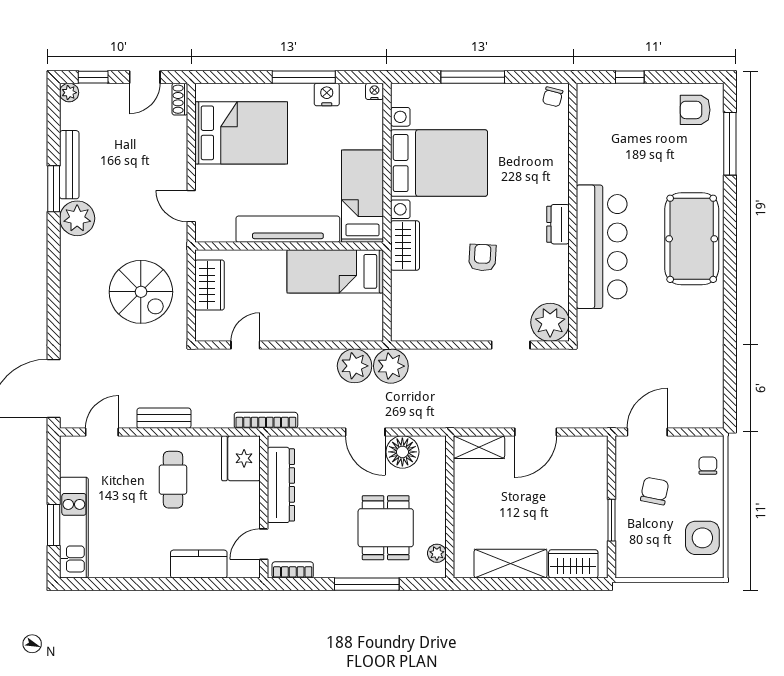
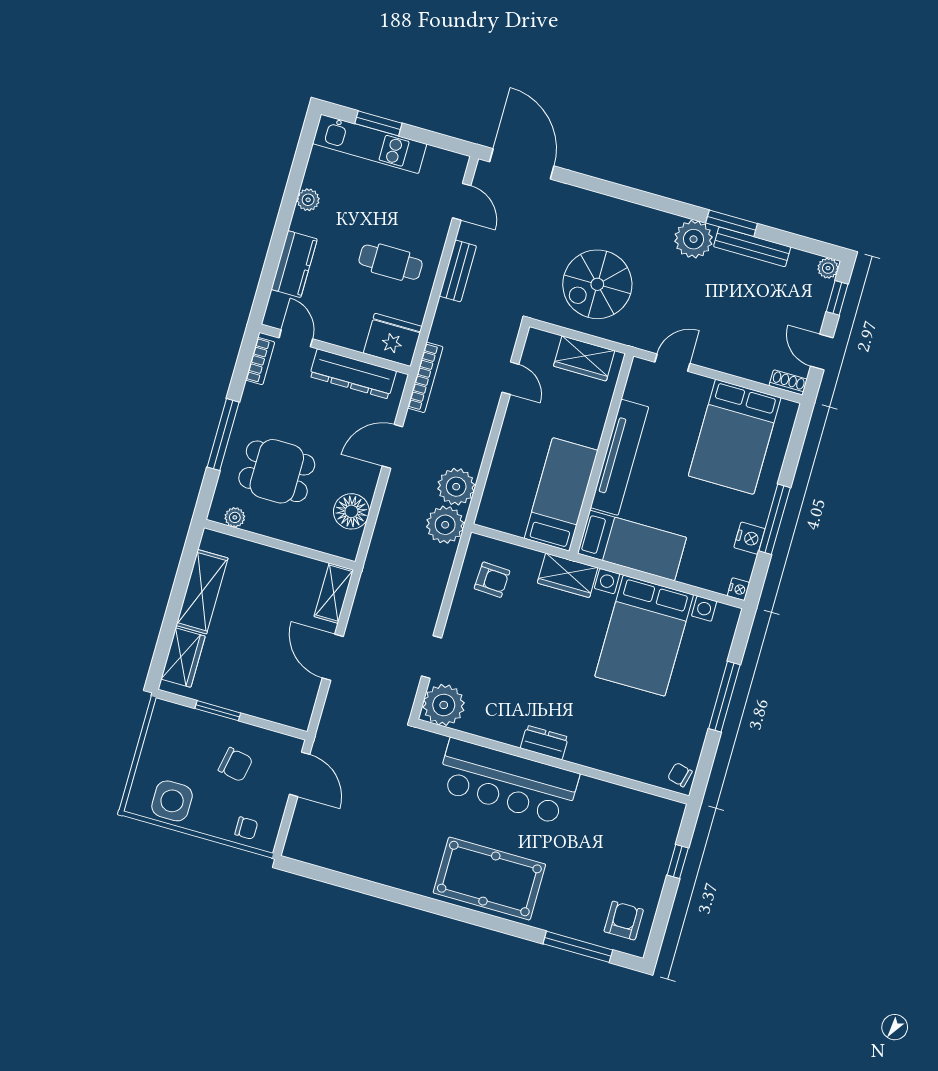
armchair: (482, 258) -> (492, 580), moved
door: (365, 432) -> (392, 446), moved
plant: (139, 568) -> (308, 200), added

